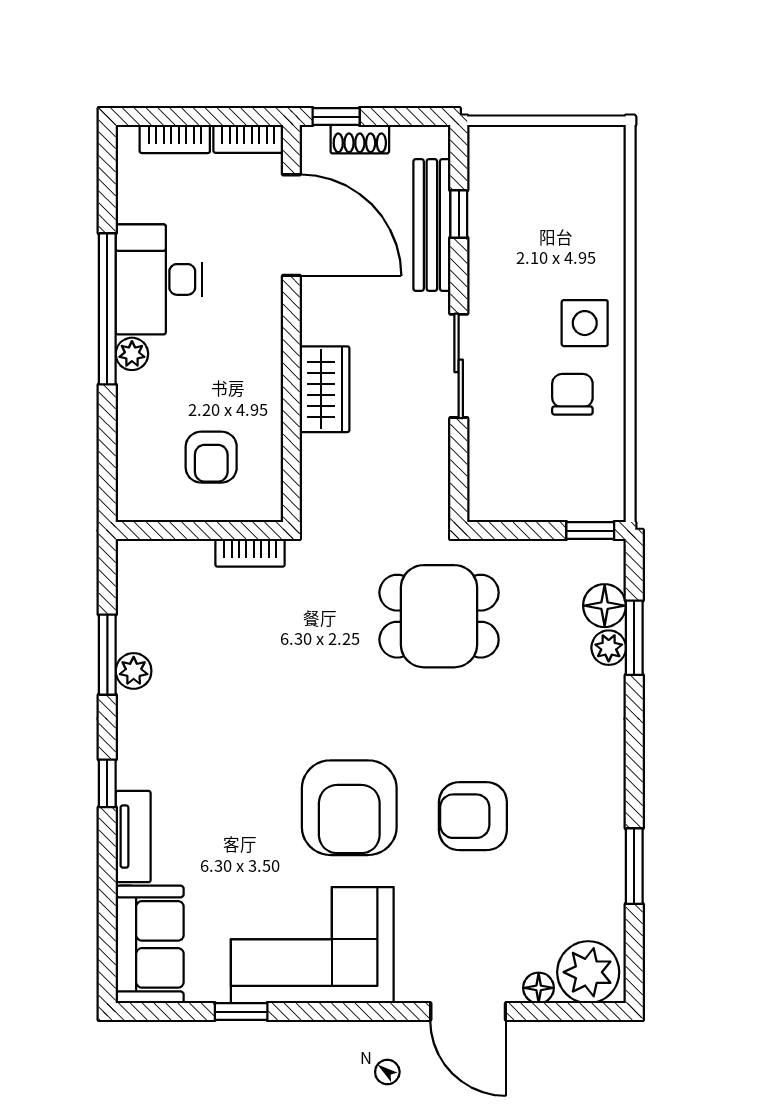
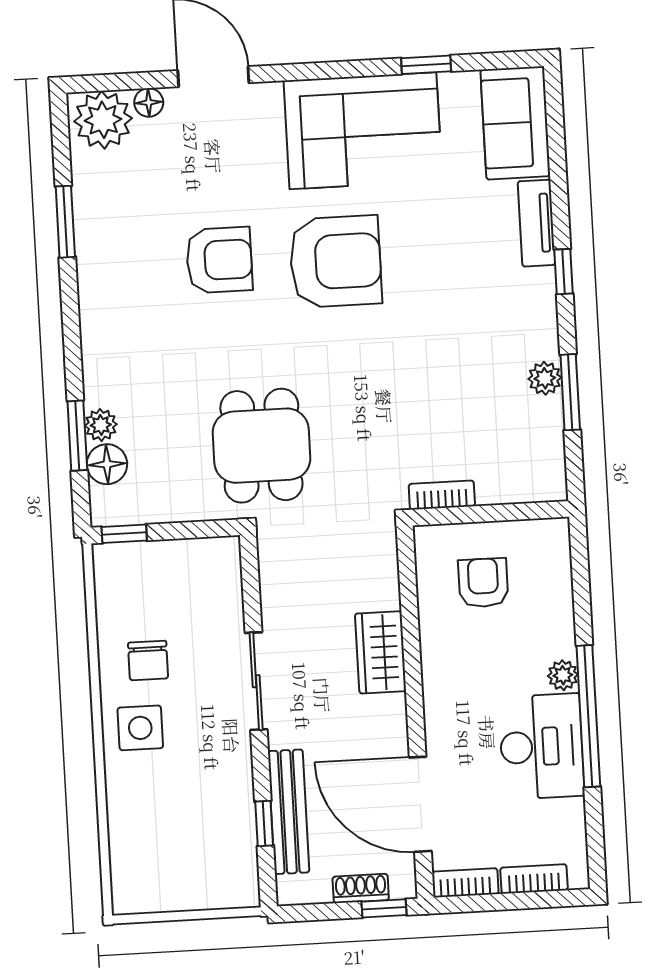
dining table: (439, 616) -> (261, 446), turned 90
armchair: (349, 808) -> (336, 261), turned 90

